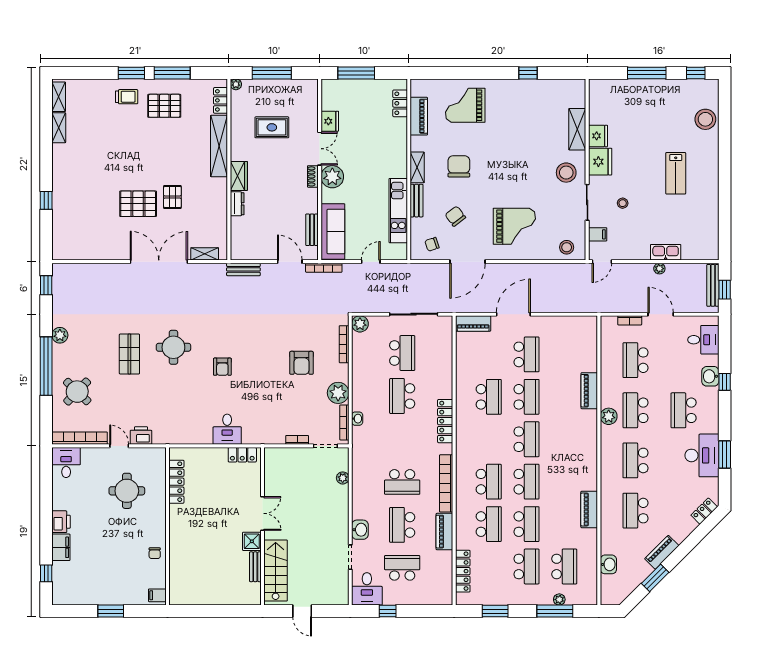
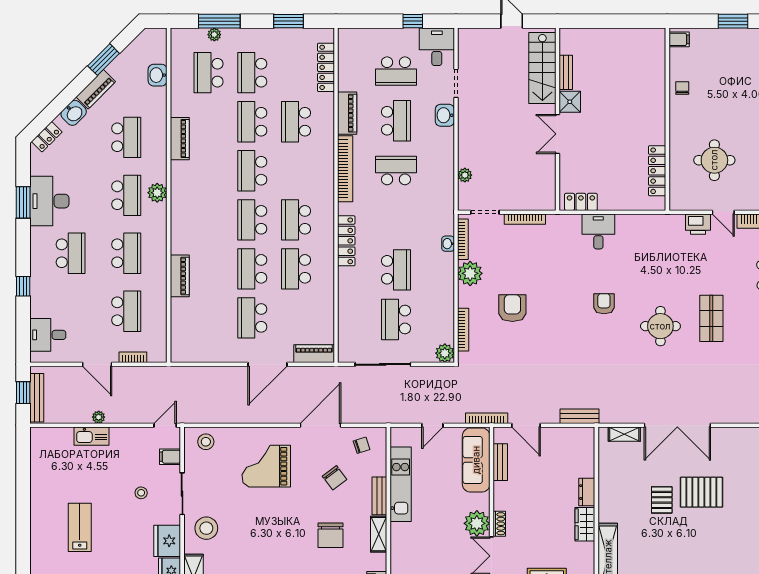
washbasin: (710, 376) -> (74, 113), moved, turned 45
plant: (609, 416) -> (157, 193), moved
bookcase: (297, 440) -> (525, 219), width x1.56
school desk: (489, 482) -> (296, 220), moved

